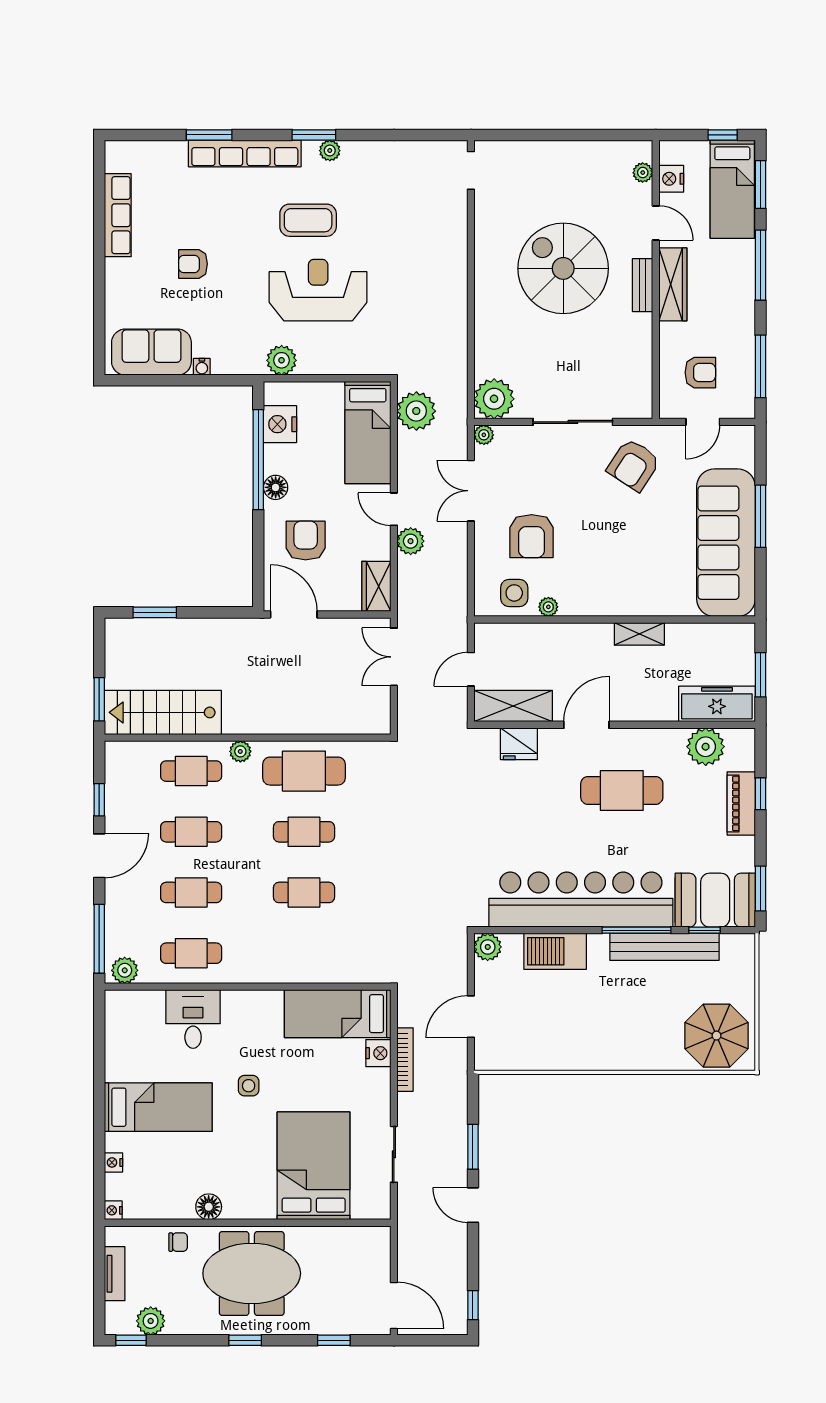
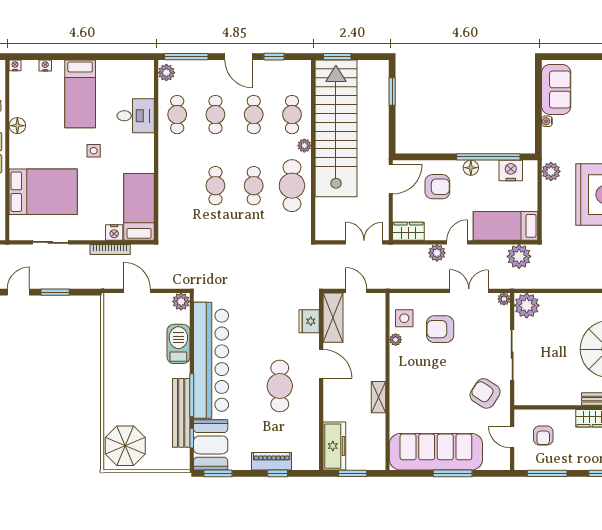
stairs: (163, 712) -> (336, 128), width x1.86, depth x1.51
plant: (706, 747) -> (307, 439), removed

